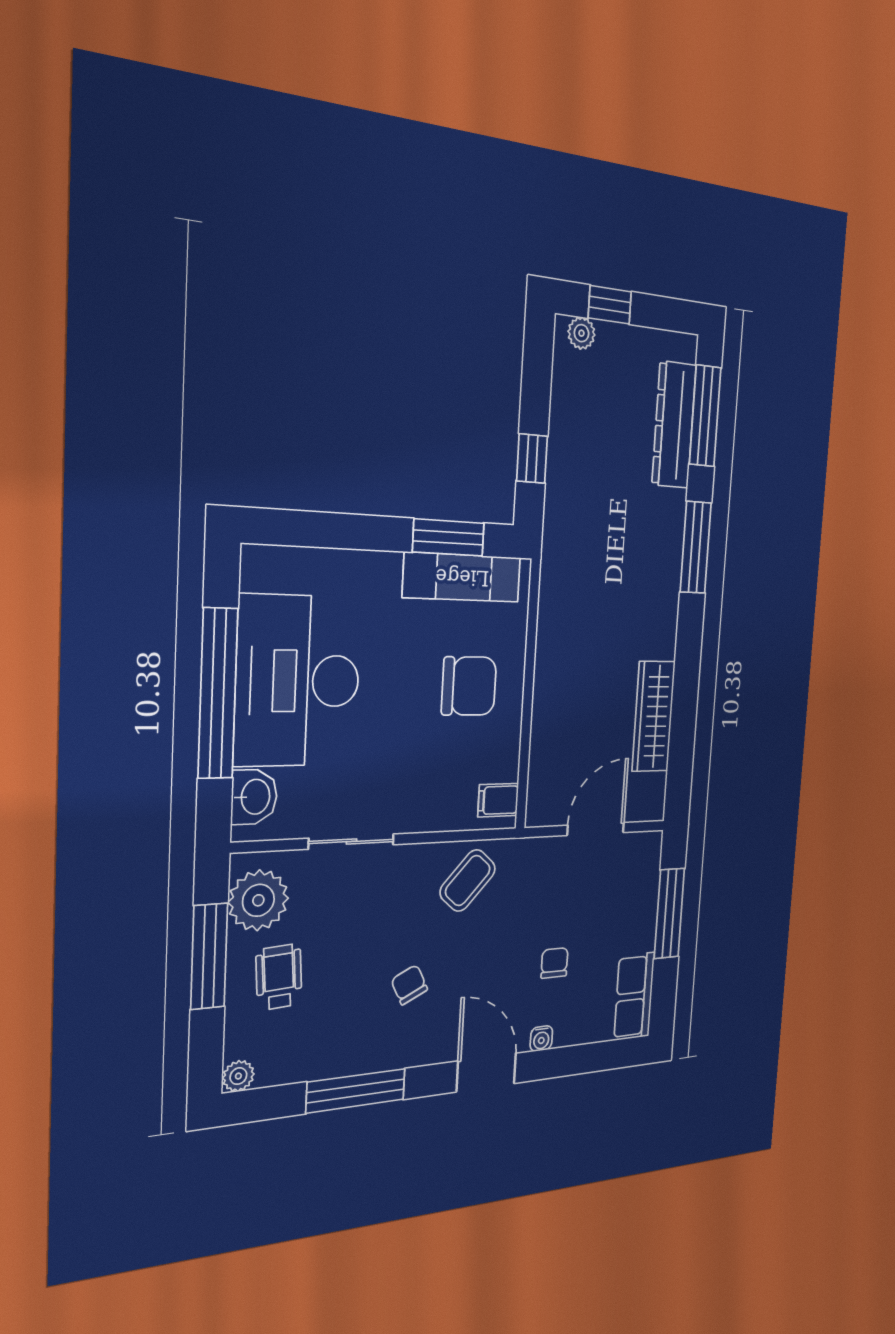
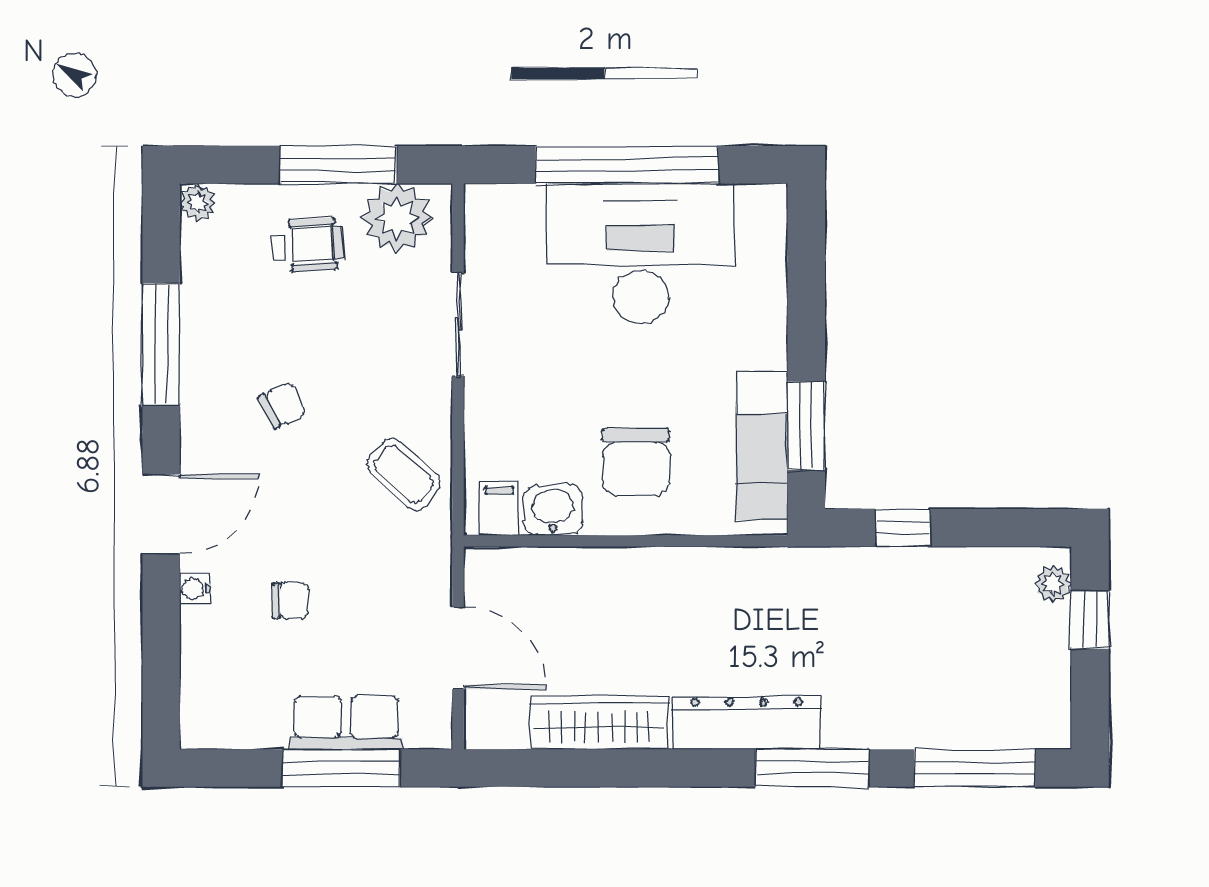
dresser: (674, 425) -> (746, 723), moved
washbasin: (254, 797) -> (553, 510), moved, turned 180
row of seats: (634, 996) -> (346, 723), moved

